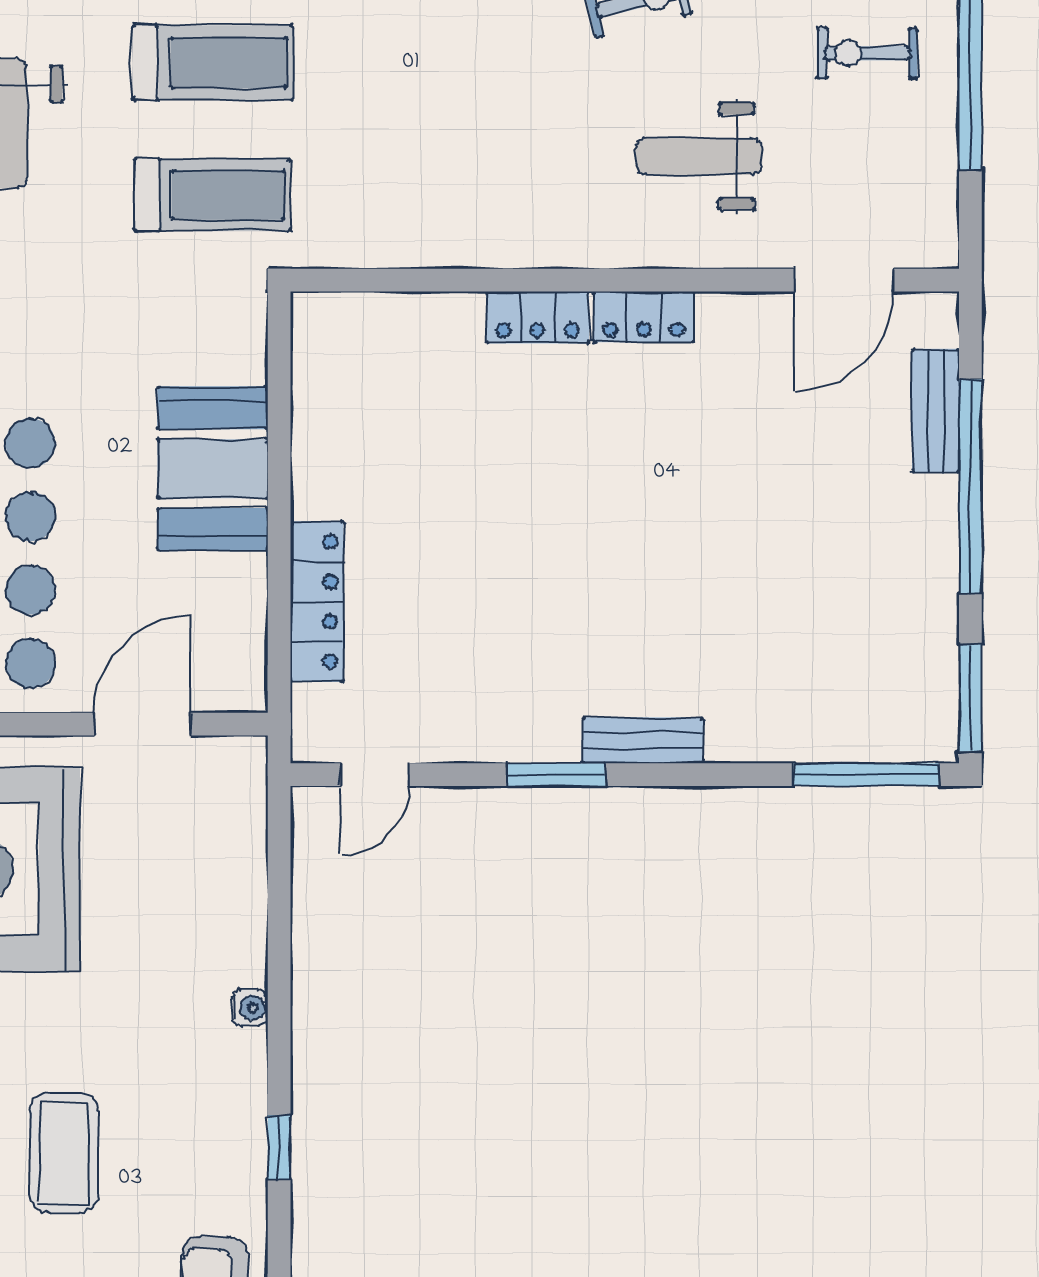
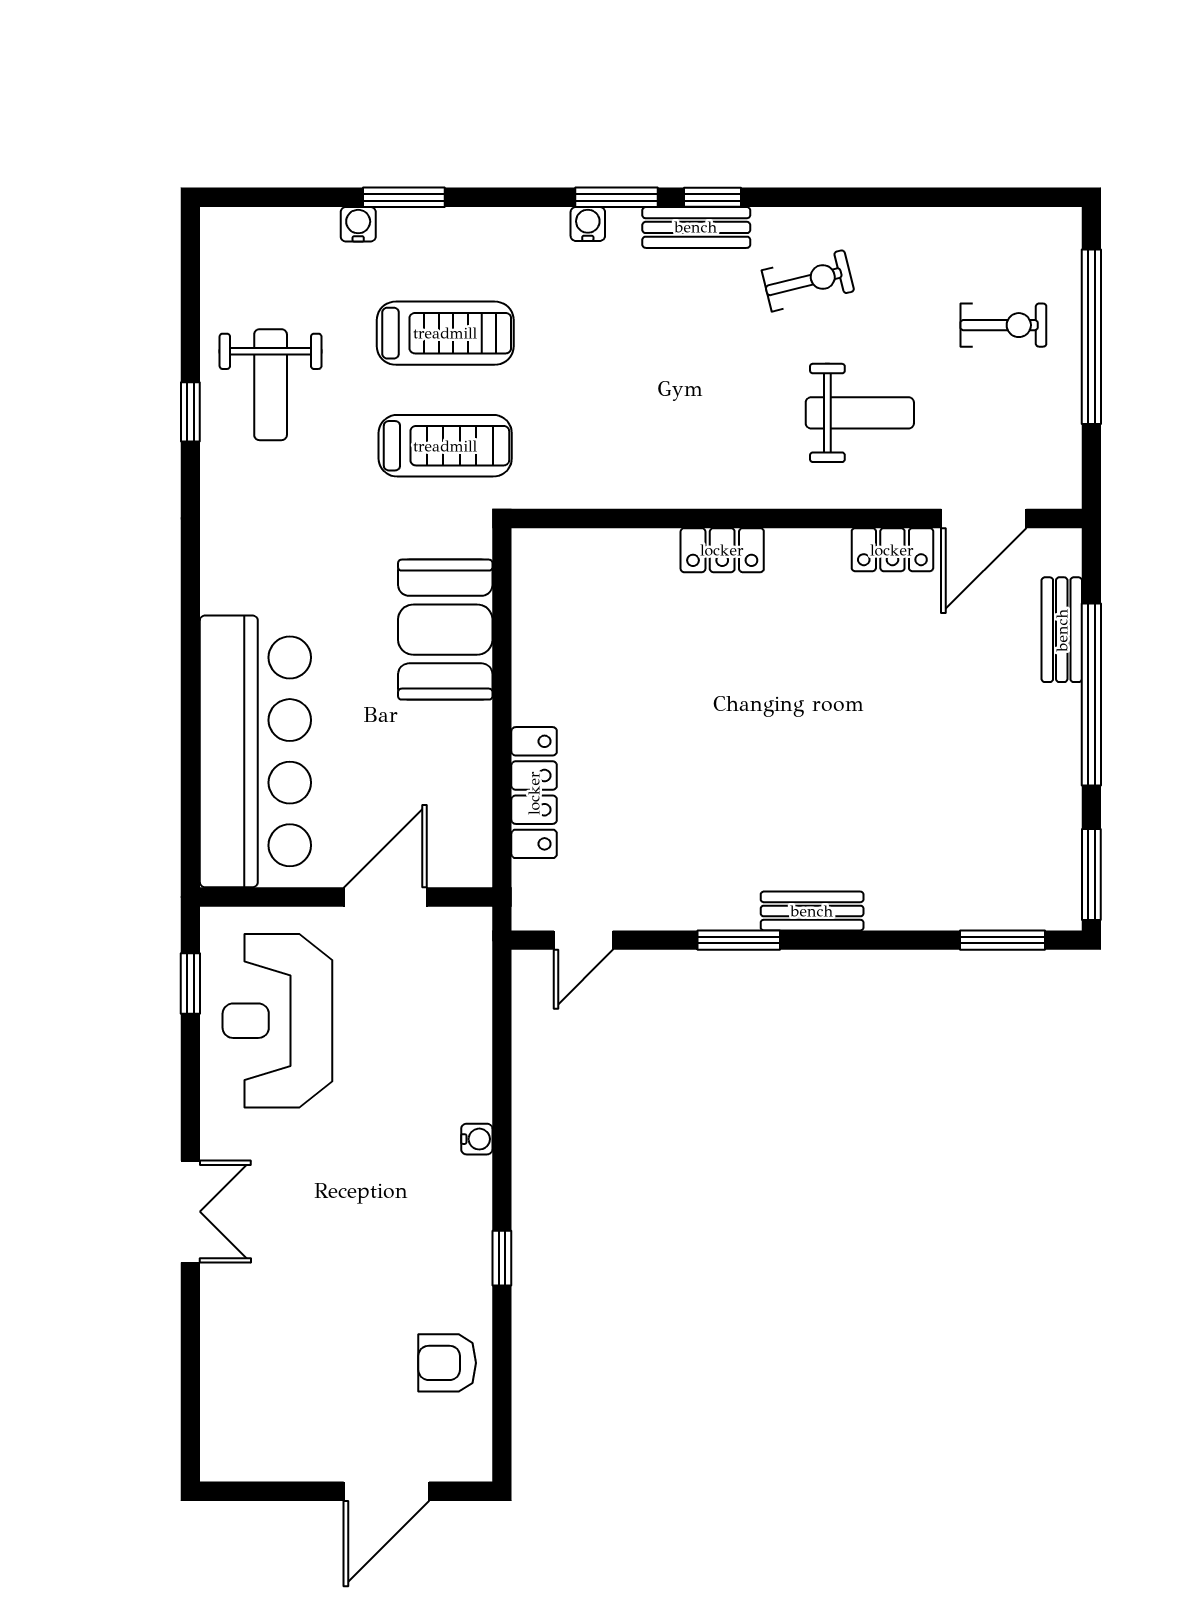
exercise bike: (867, 53) -> (1003, 325), turned 180
weight bench: (699, 156) -> (860, 413), turned 180
locker: (644, 317) -> (892, 550), moved
booth: (213, 469) -> (445, 630), moved
window: (866, 775) -> (1002, 940), width x0.69
coffee table: (64, 1152) -> (318, 1262), removed

